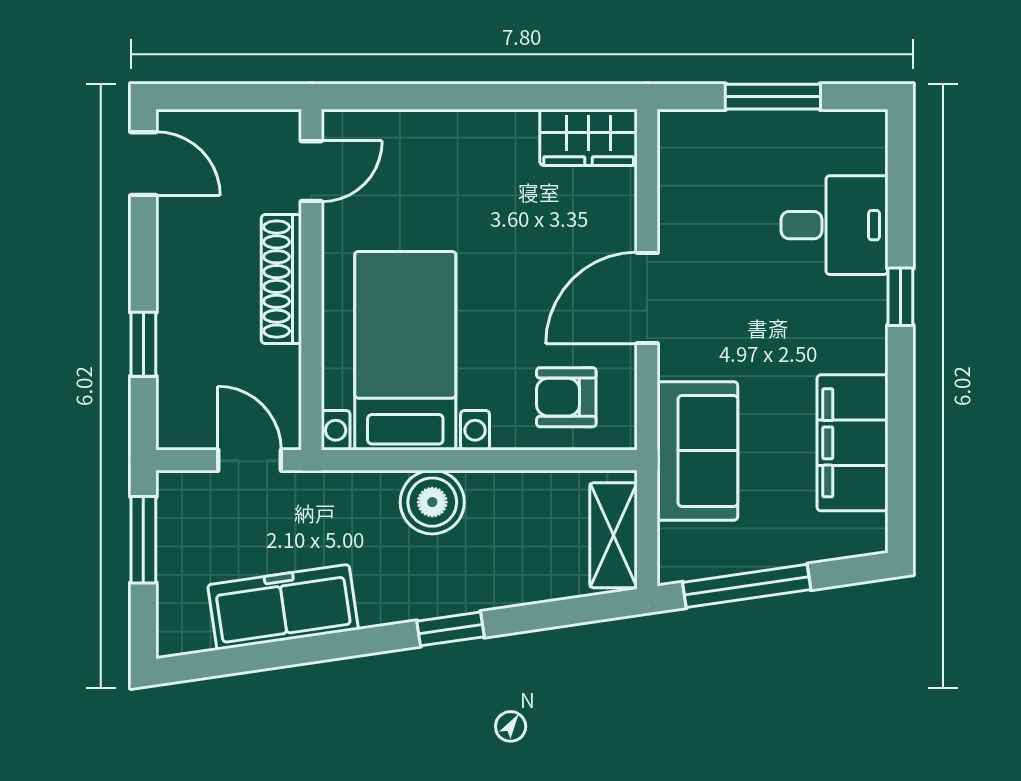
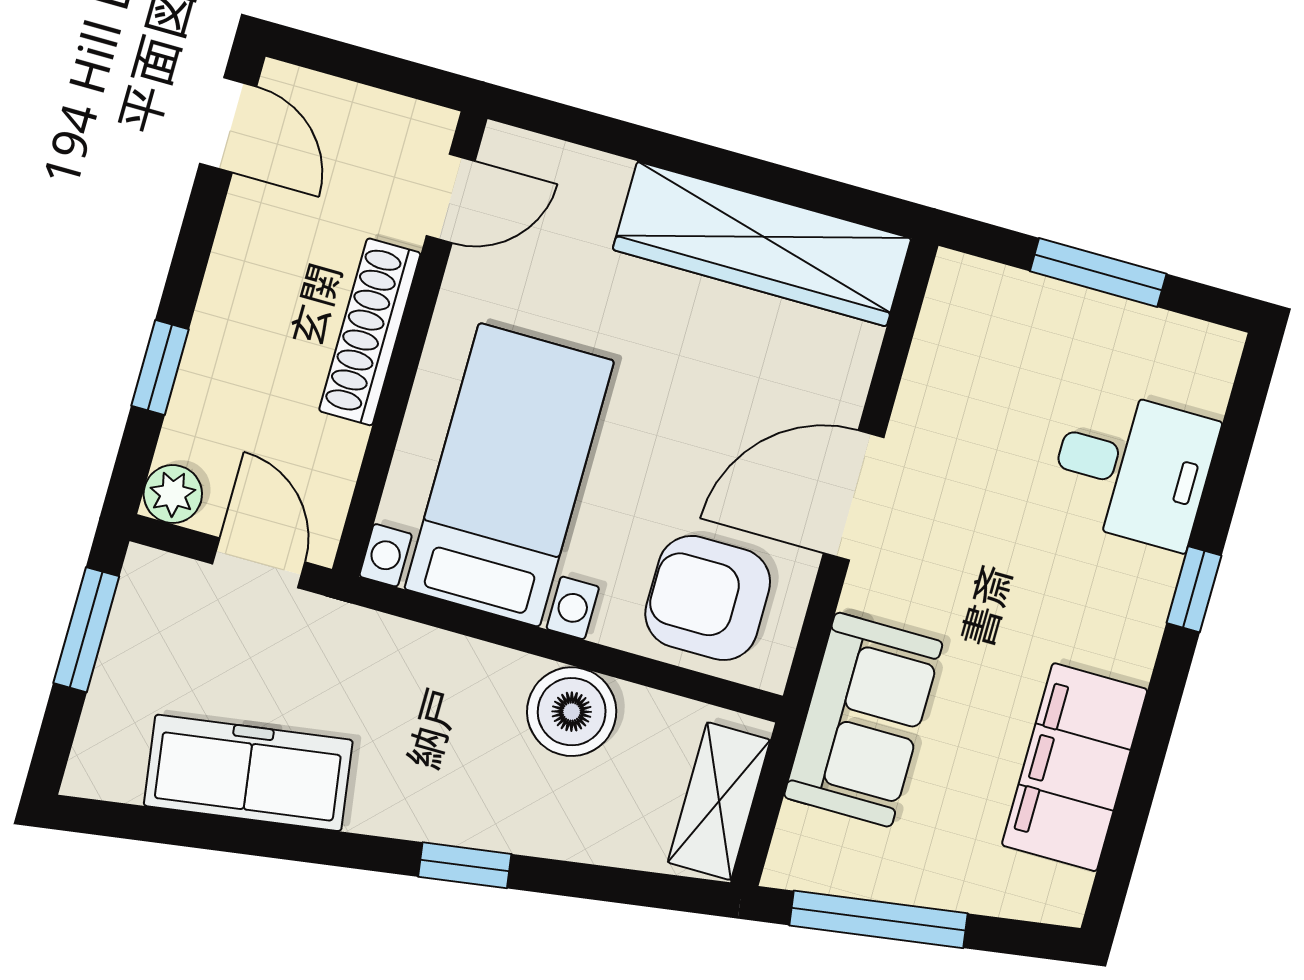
wardrobe: (589, 137) -> (762, 244), width x2.10, depth x1.17
armchair: (566, 397) -> (708, 598), width x1.38, depth x1.38
plant: (177, 429) -> (173, 494), added
boiler: (432, 502) -> (572, 712), moved

